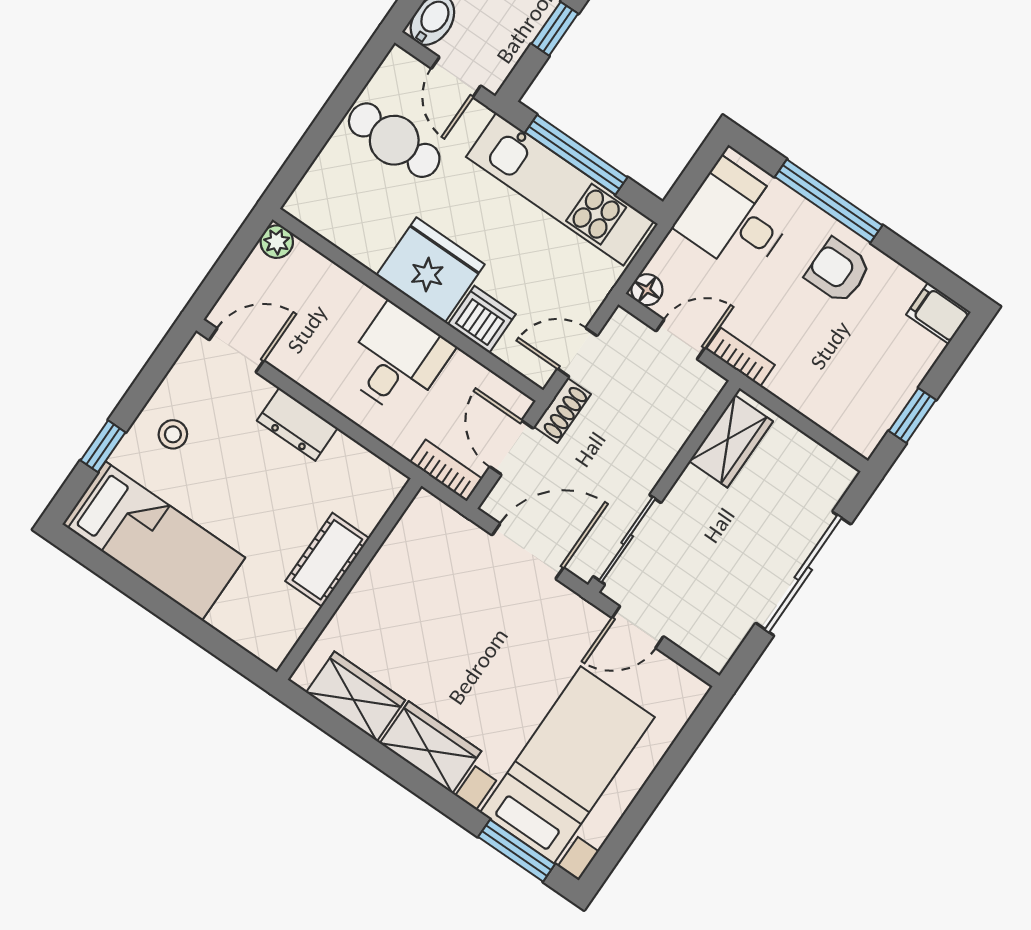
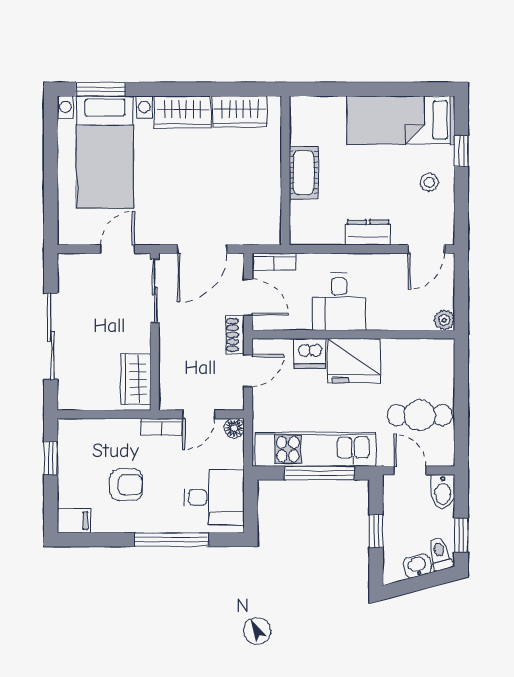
armchair: (838, 271) -> (126, 485), moved

